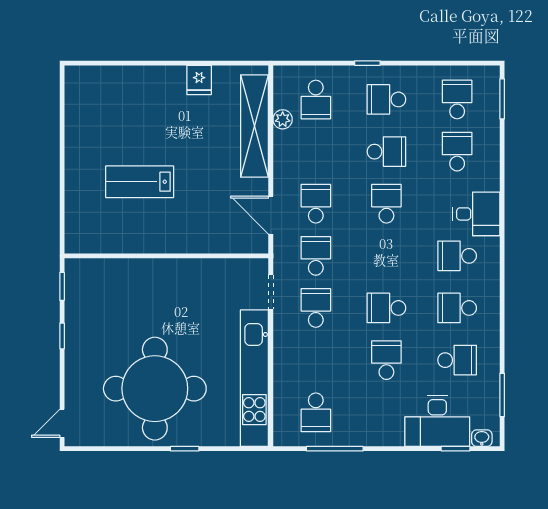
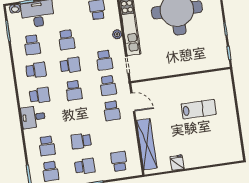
plant: (283, 119) -> (117, 34), moved
school desk: (386, 204) -> (74, 90), moved
school desk: (457, 360) -> (32, 45), turned -90

